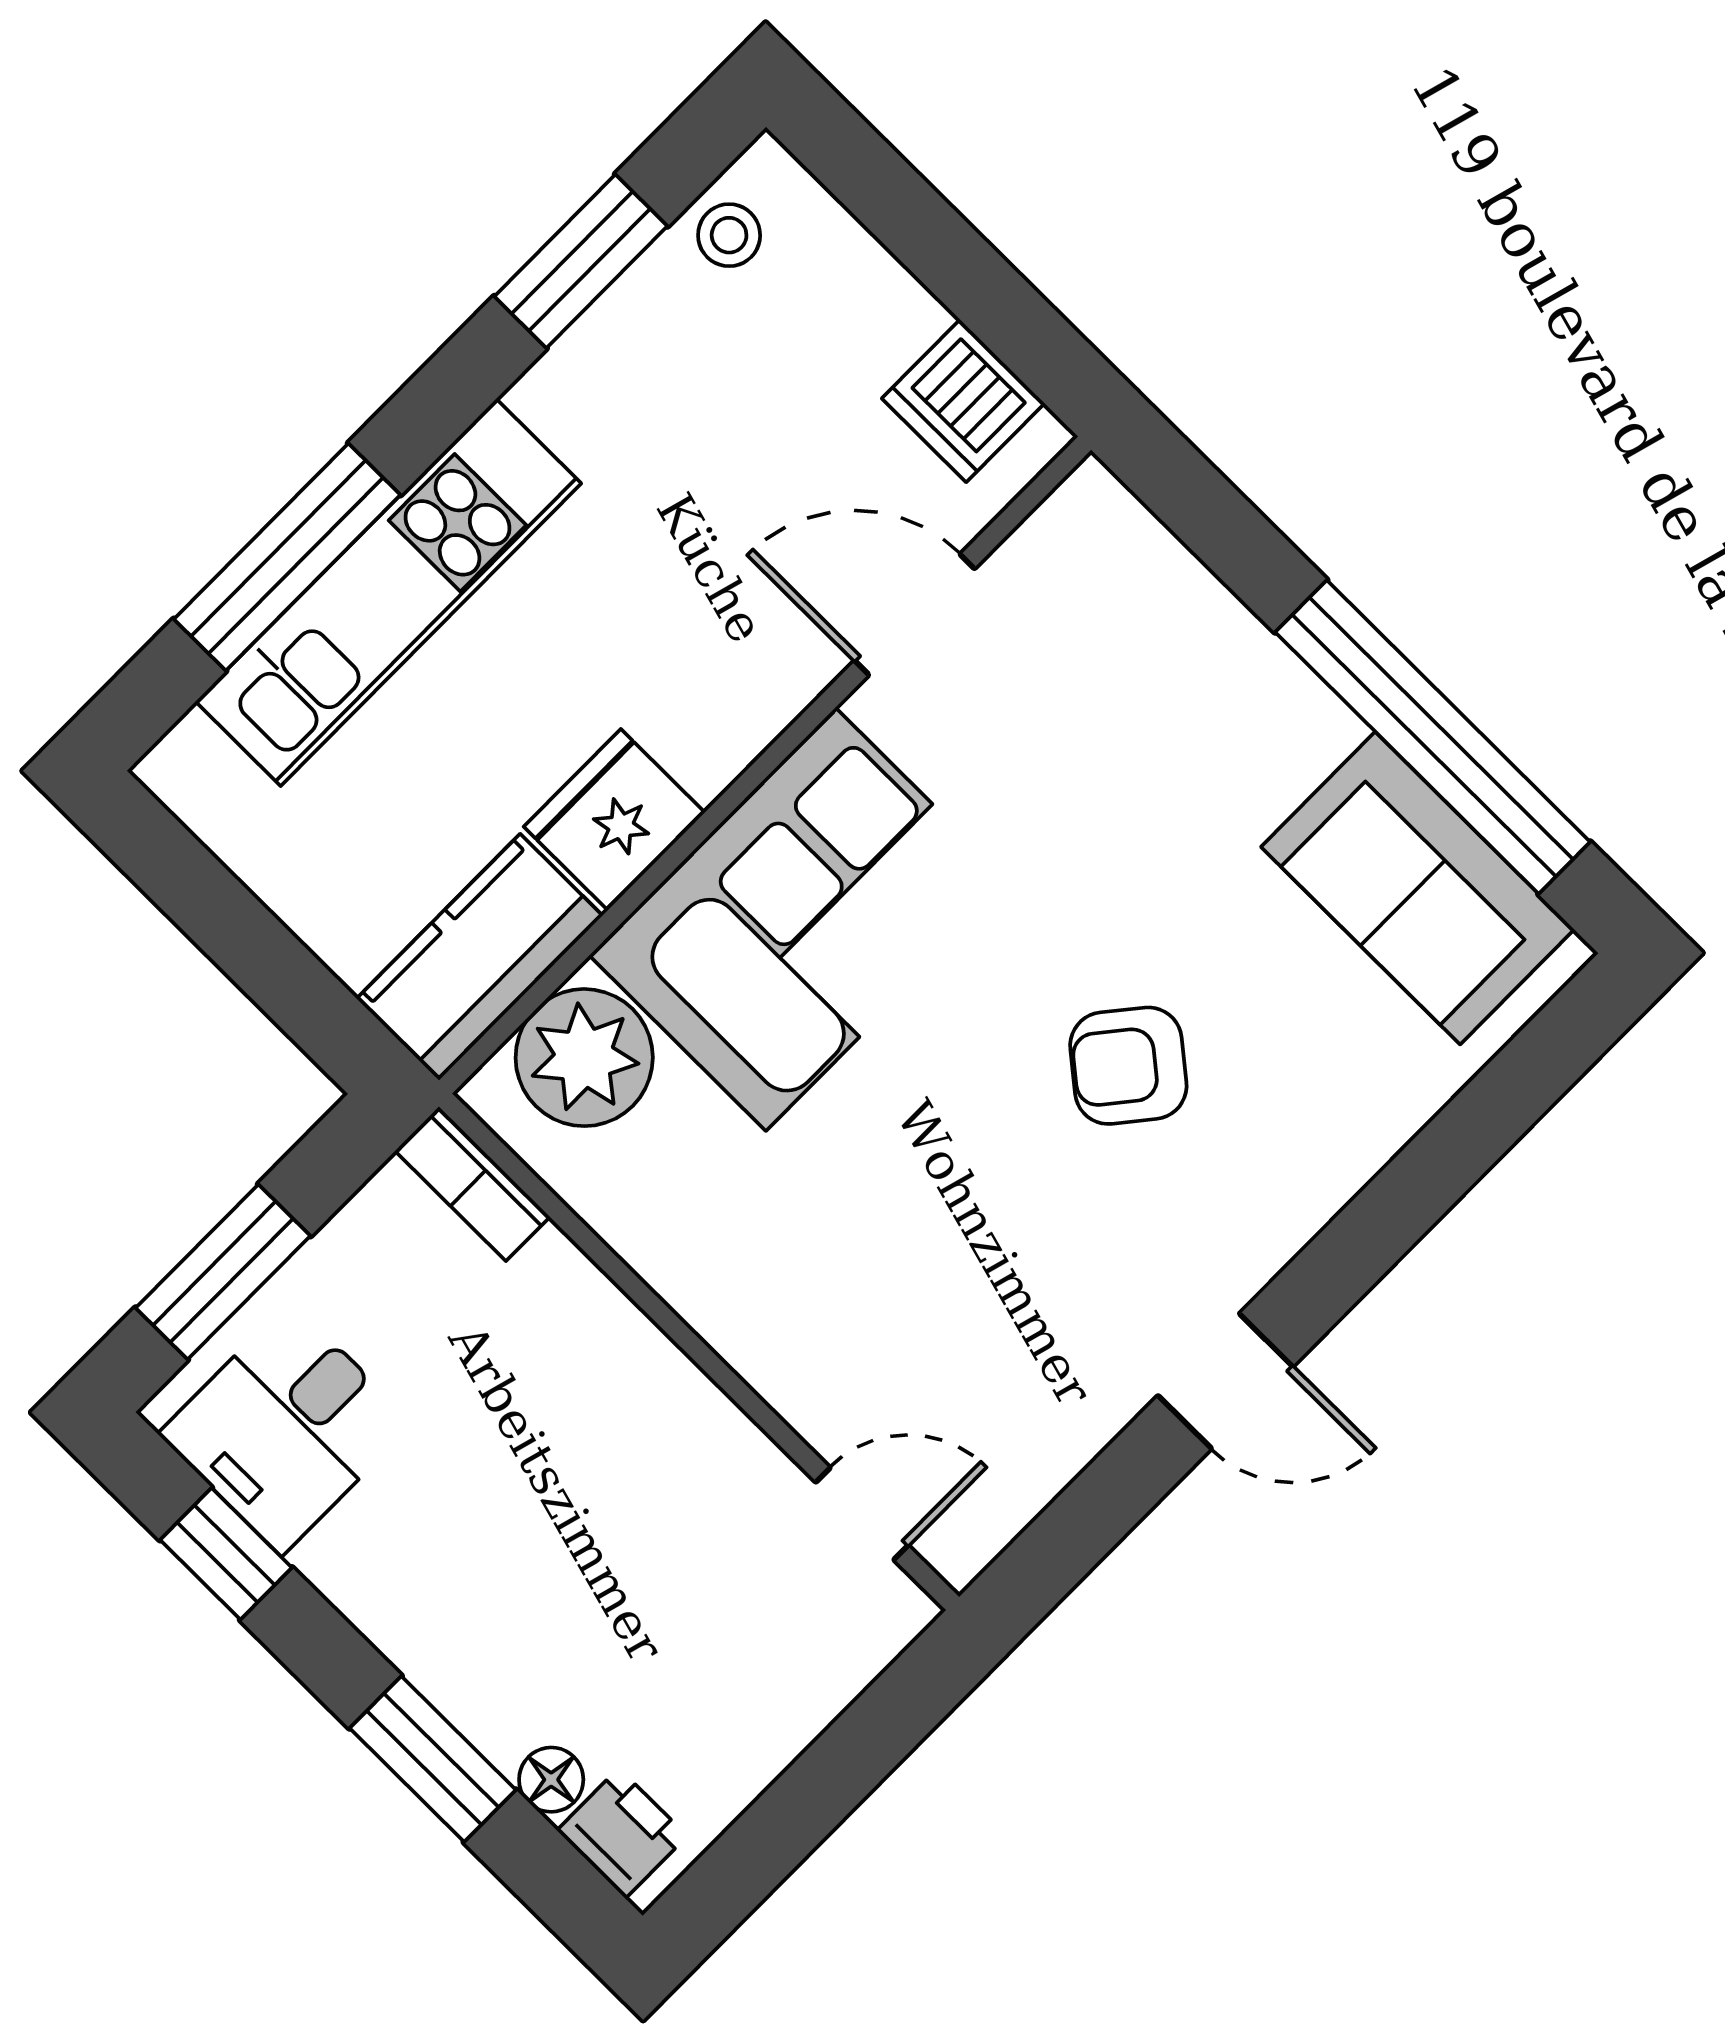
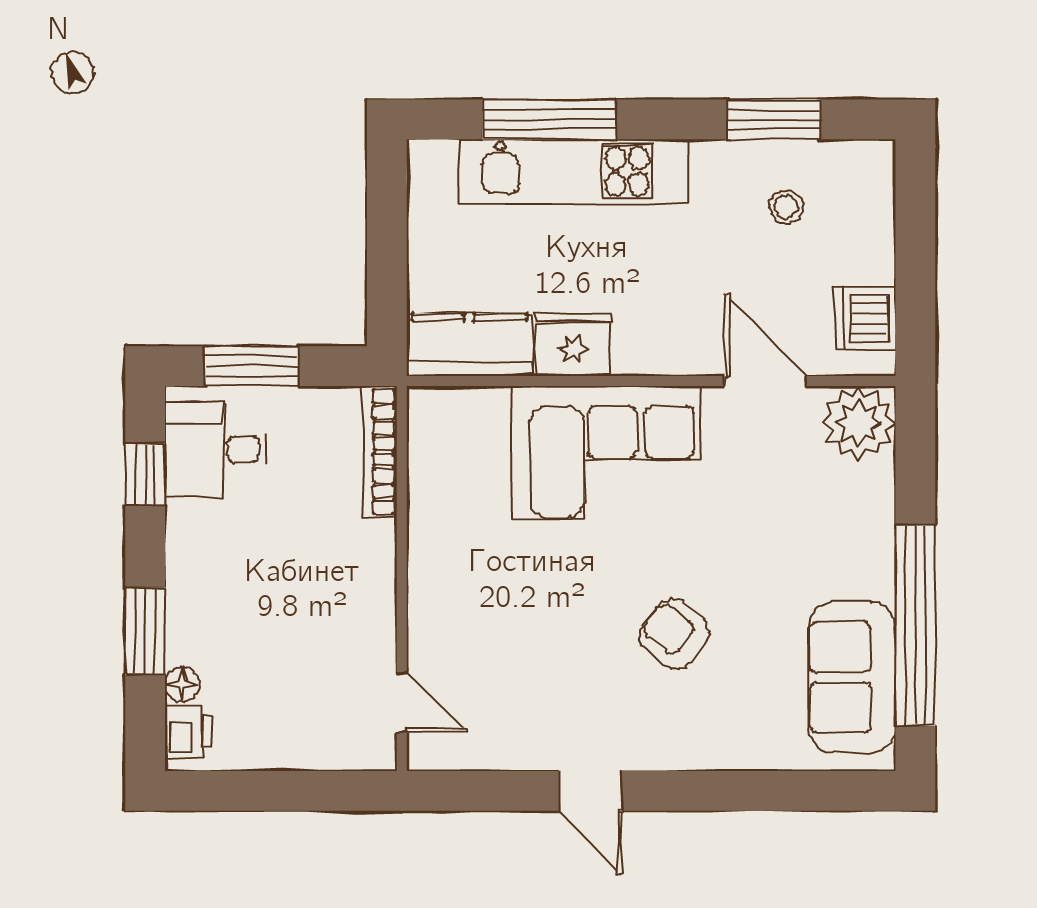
stool: (729, 235) -> (786, 207), moved
plant: (584, 1058) -> (859, 423), moved
bookcase: (472, 1184) -> (380, 452), width x1.56

